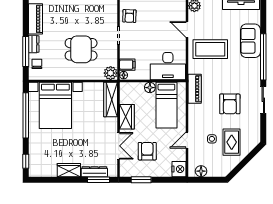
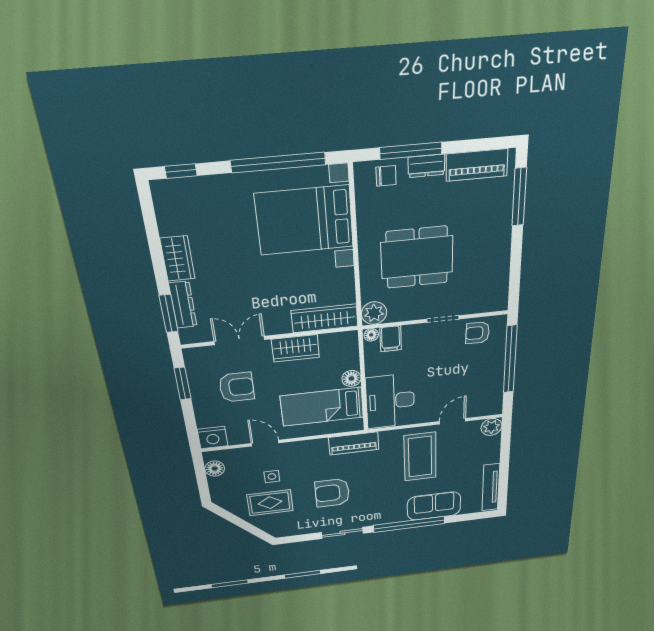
dining table: (81, 49) -> (417, 257), width x1.38
double door: (119, 146) -> (239, 341), swing flipped

